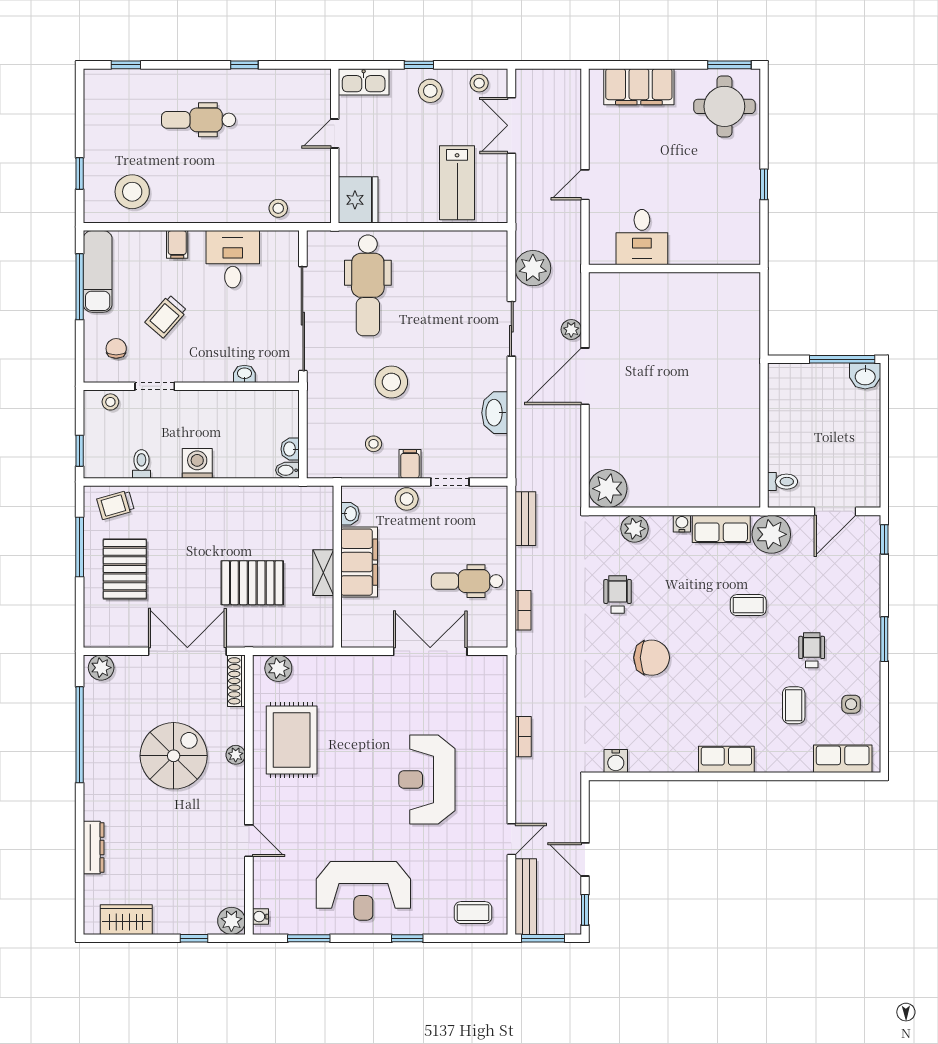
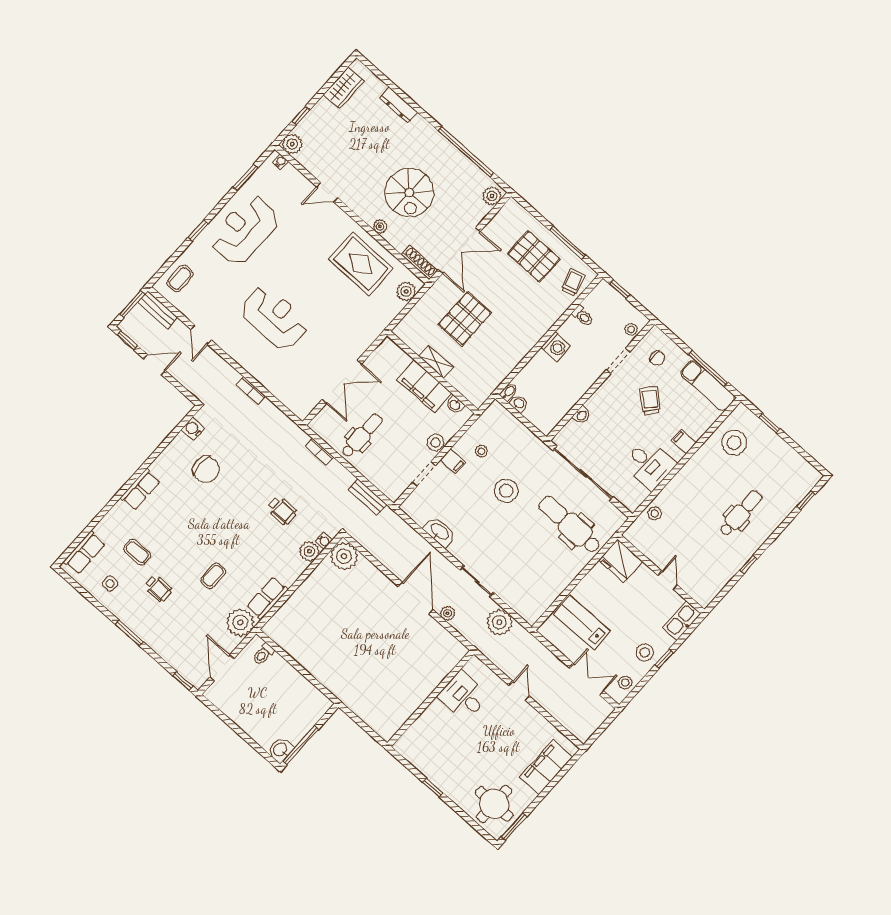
water cooler: (682, 524) -> (324, 541), moved
chair: (652, 658) -> (206, 470), moved, turned -90
bench: (526, 897) -> (158, 310), width x0.73

